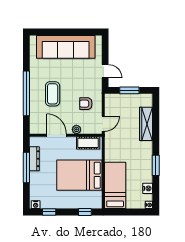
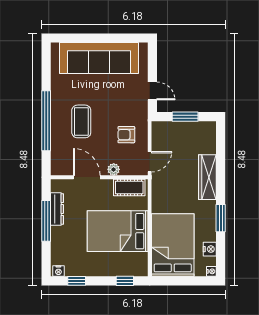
wardrobe: (146, 124) -> (207, 177), moved
bed: (115, 185) -> (173, 245), width x1.50

